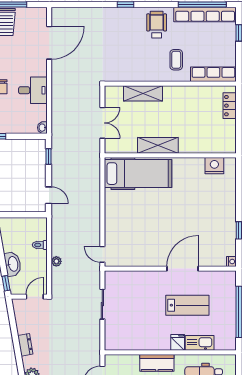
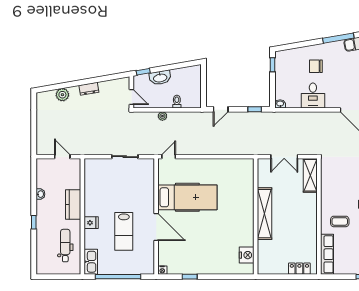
shelving: (143, 93) -> (310, 175), moved
shelving: (158, 145) -> (264, 214), width x1.47
hospital bed: (138, 174) -> (187, 197), moved, turned -90
kitchen sink: (200, 343) -> (91, 262), moved

